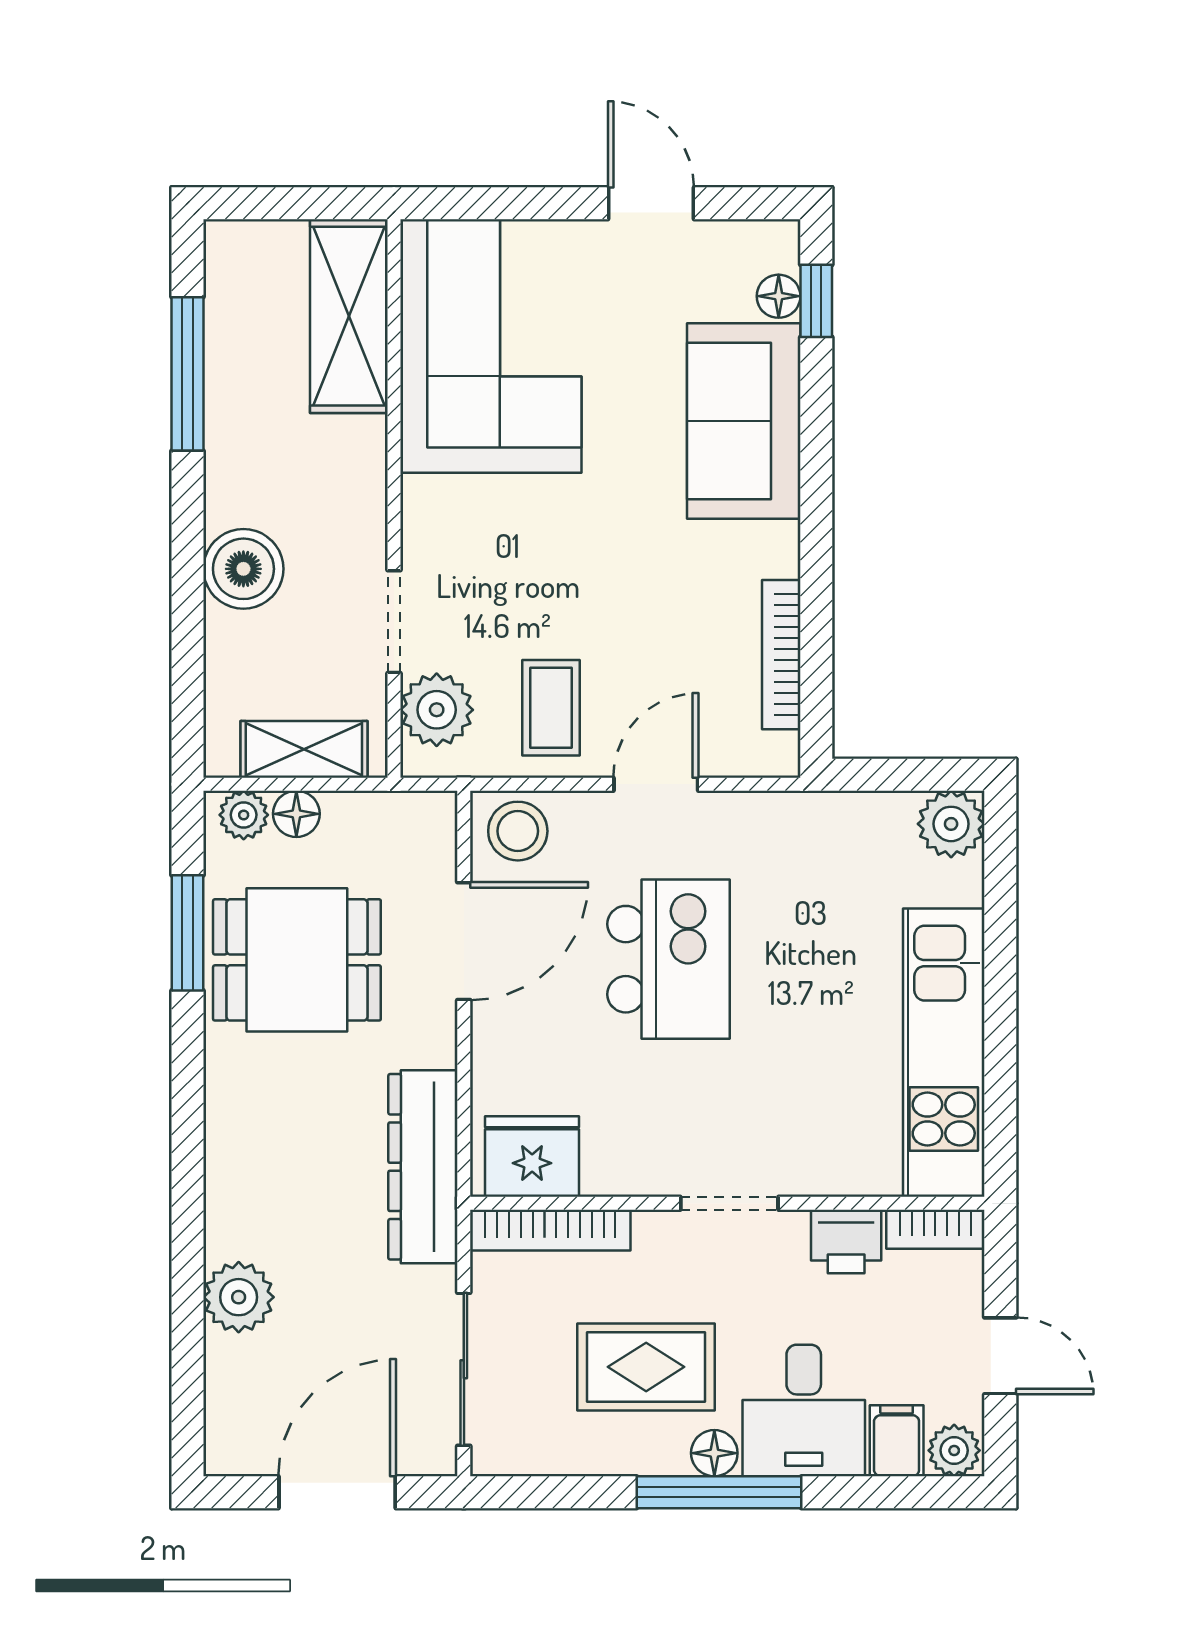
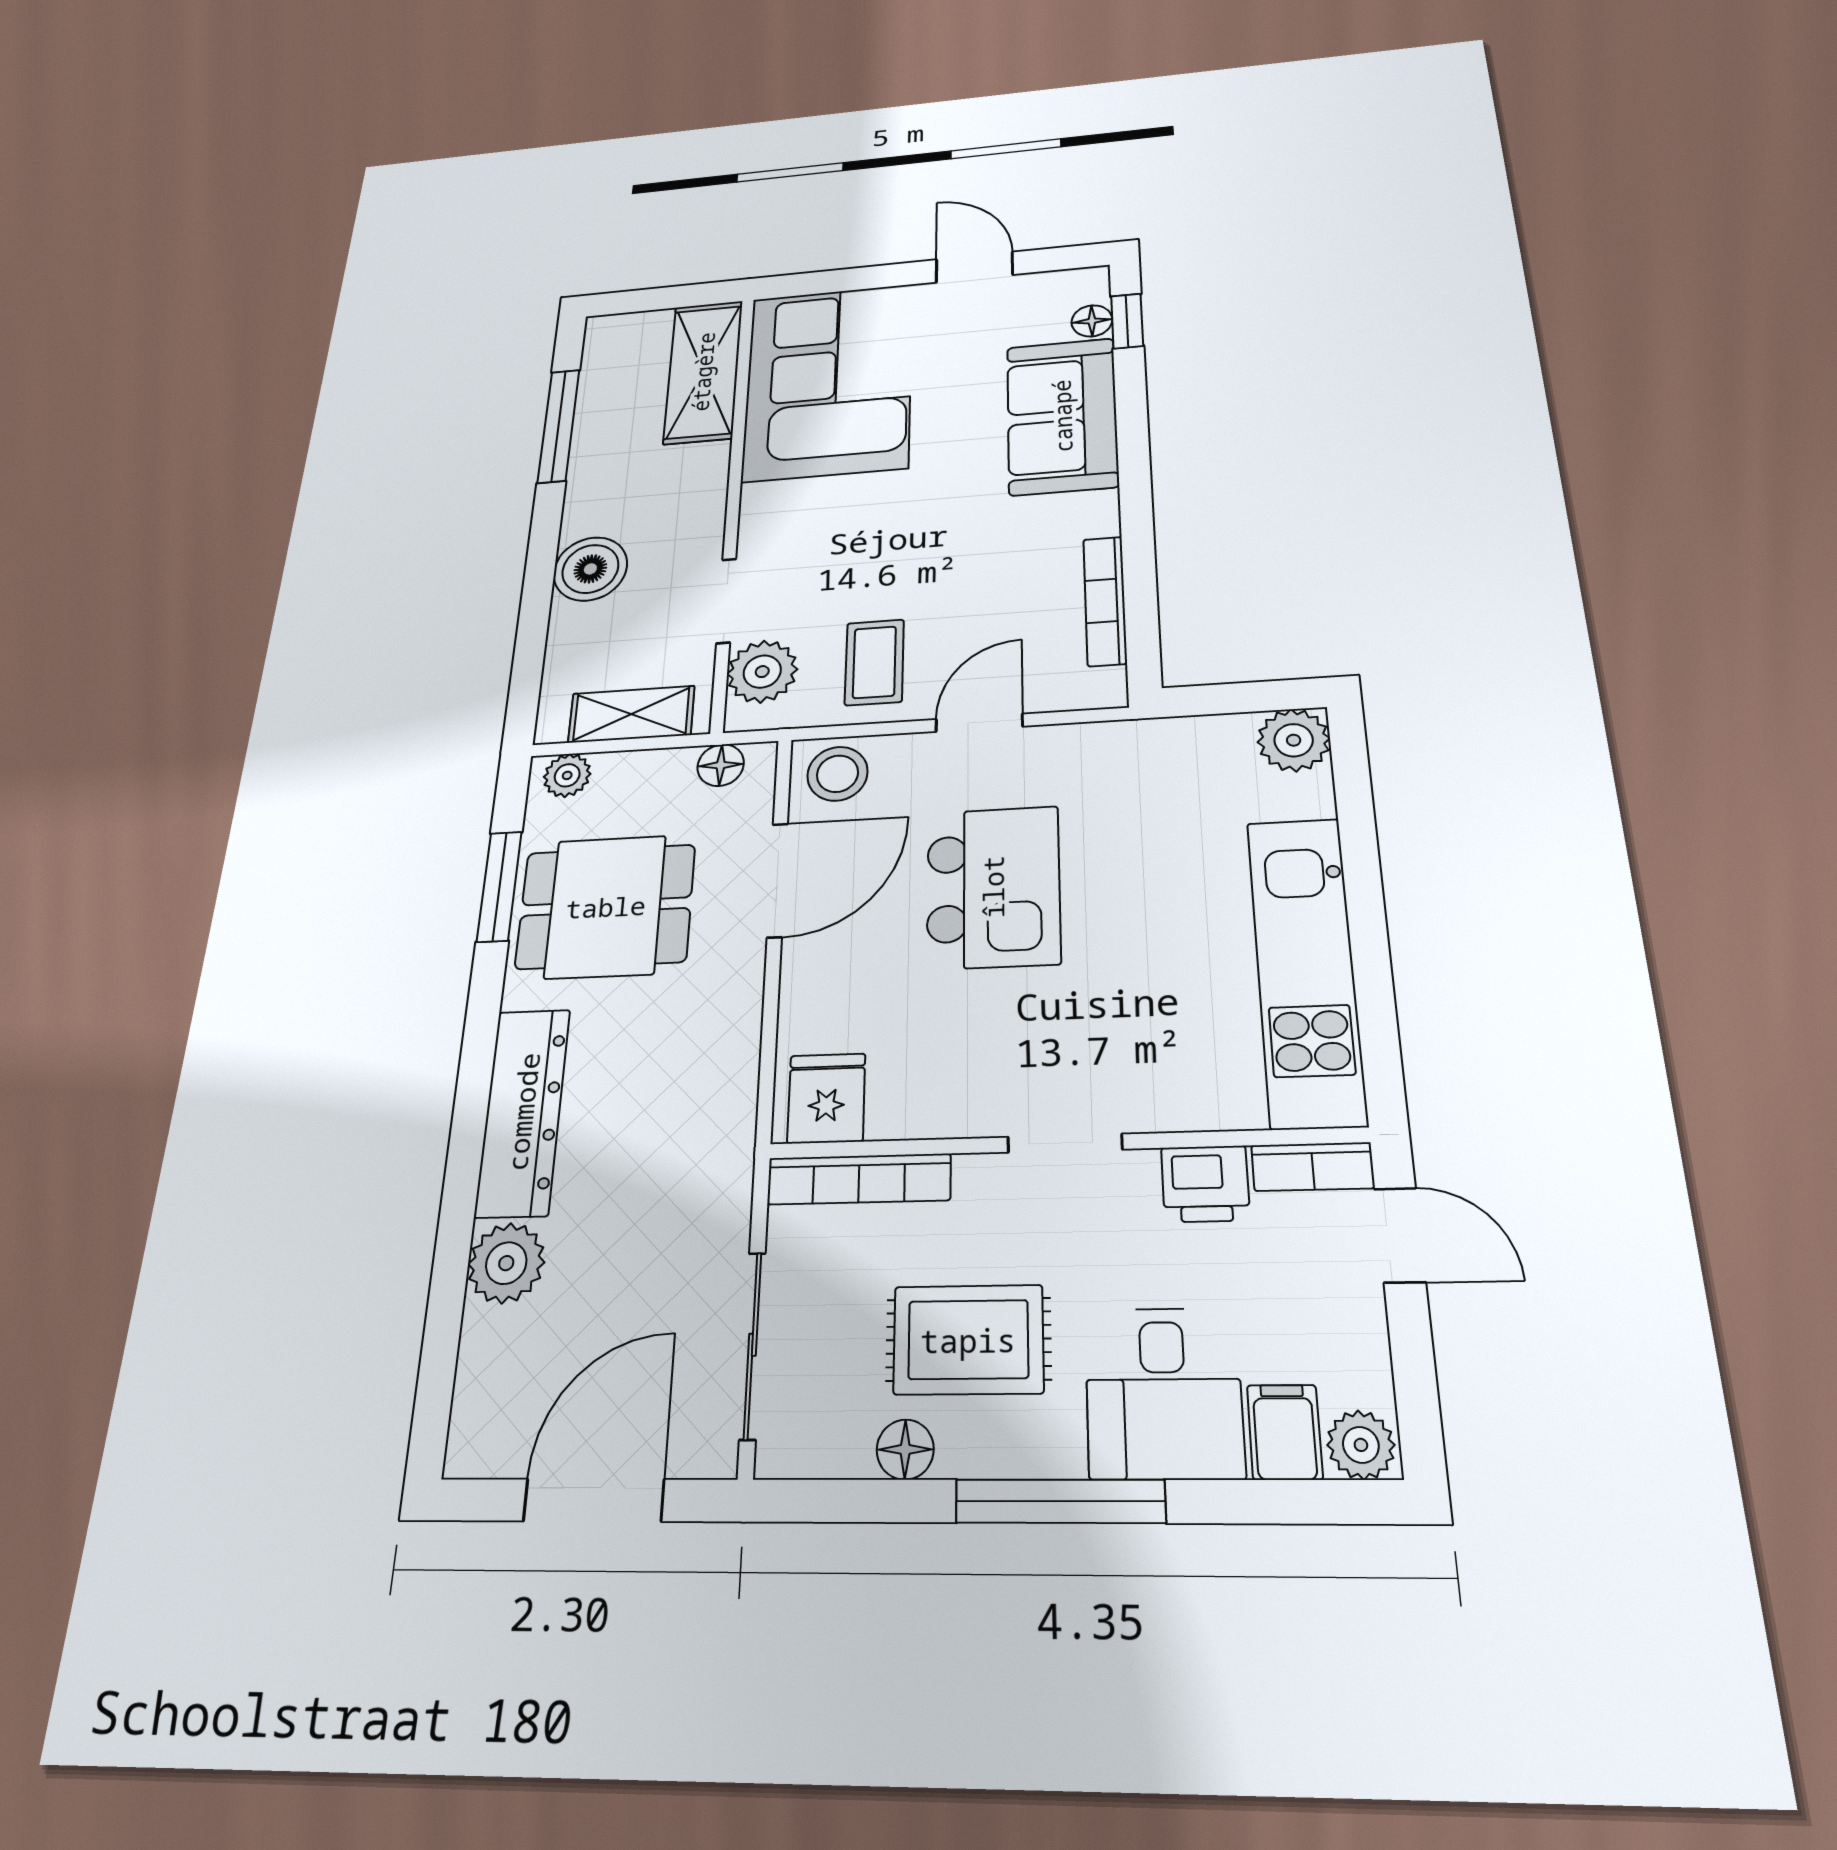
floor lamp: (296, 814) -> (721, 765), moved
fridge: (532, 1157) -> (826, 1098), width x0.72
dresser: (423, 1167) -> (523, 1112), moved, turned 180
door: (1000, 1356) -> (1400, 1235), moved
floor lamp: (714, 1453) -> (905, 1449), moved

